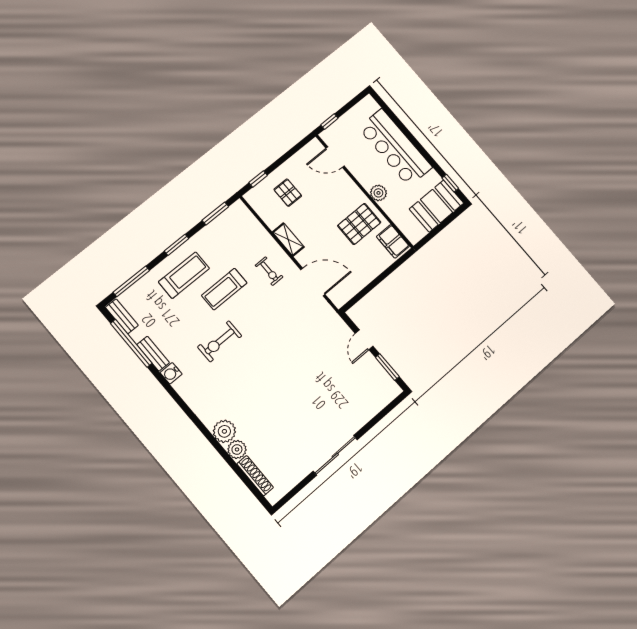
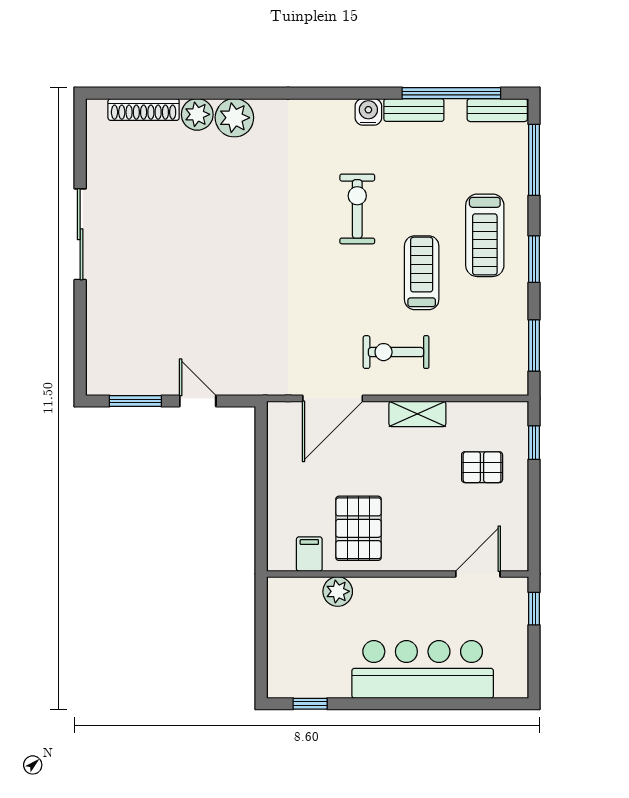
plant: (378, 193) -> (338, 591), moved
booth: (437, 206) -> (294, 657), removed
filing cabinet: (393, 241) -> (309, 554), width x0.50
exercise bike: (269, 271) -> (396, 352), width x1.38, depth x1.39

